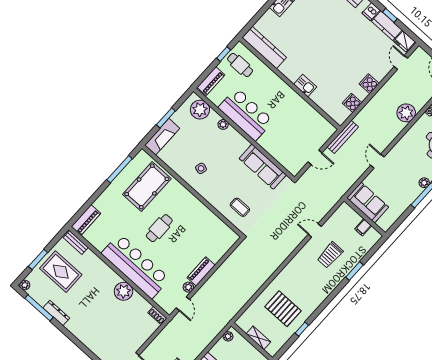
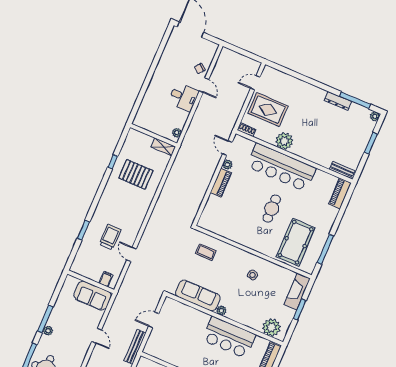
plant: (223, 124) -> (221, 311), moved
filing cabinet: (363, 227) -> (106, 279), moved
door: (315, 230) -> (131, 254), swing flipped
rug: (61, 272) -> (268, 110), moved
shelving: (258, 338) -> (163, 147), moved

